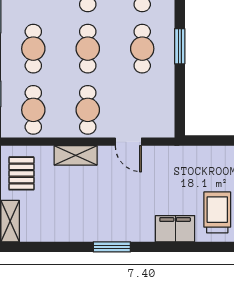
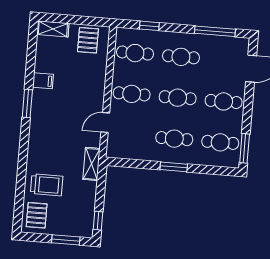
shelving: (76, 155) -> (91, 164), moved
pallet: (21, 173) -> (88, 40), turned 90
filing cabinet: (175, 229) -> (43, 81), moved, width x0.50

